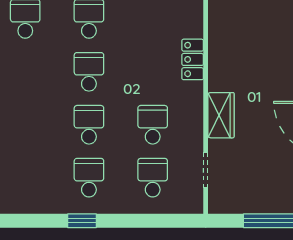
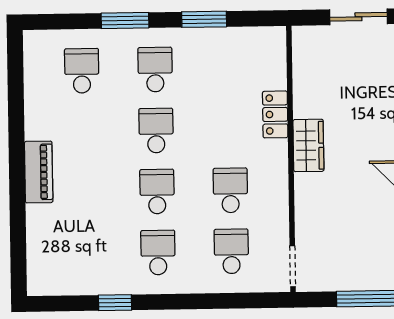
wardrobe: (221, 115) -> (308, 145), moved
doorway: (206, 170) -> (293, 266), moved
window: (82, 221) -> (115, 303), moved

